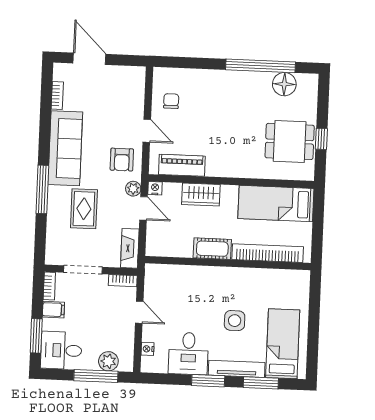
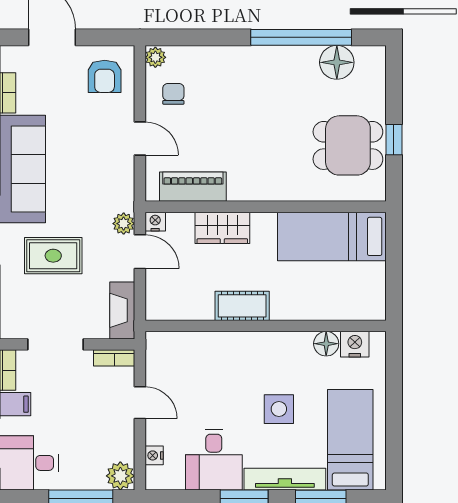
plant: (160, 75) -> (155, 57), added
armchair: (122, 160) -> (105, 76), moved
rug: (84, 209) -> (53, 256), turned 90
bookcase: (268, 253) -> (323, 309), removed
floor lamp: (269, 277) -> (326, 344), added
nightstand: (289, 278) -> (355, 344), added
plant: (108, 361) -> (120, 476), moved

